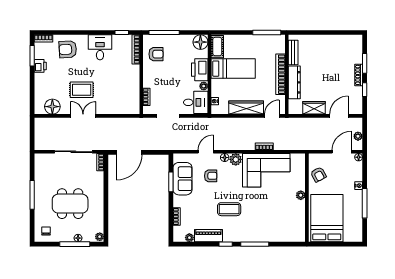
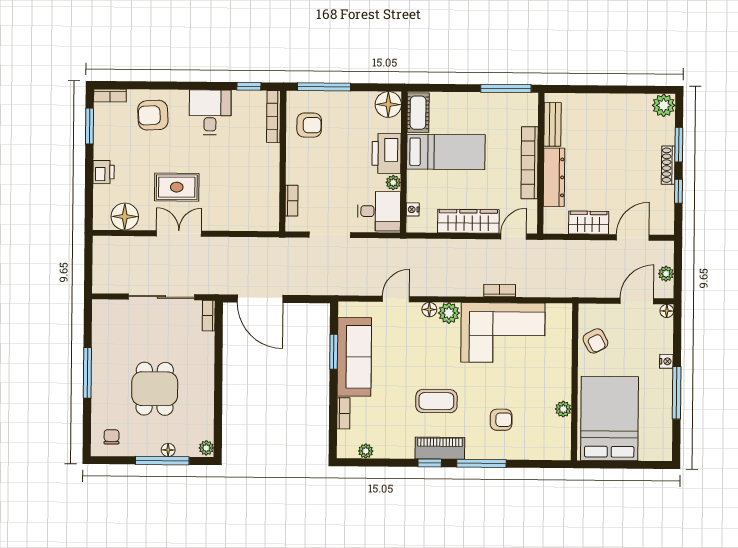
plant: (356, 41) -> (664, 105), added
printer: (40, 66) -> (104, 172), moved
door: (129, 152) -> (260, 299), hinge flipped
armchair: (211, 176) -> (501, 420), moved
sofa: (183, 179) -> (354, 357), width x1.36
plant: (301, 195) -> (563, 409), moved
dining table: (70, 204) -> (155, 389), width x0.73
piano: (208, 236) -> (440, 448), moved

